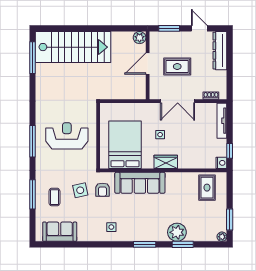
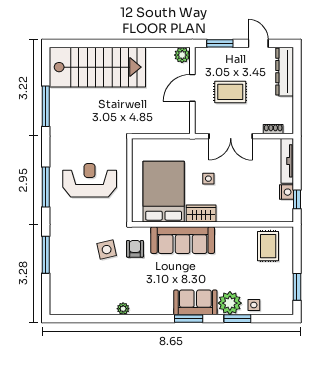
window: (32, 58) -> (46, 106), moved
wardrobe: (166, 162) -> (201, 213), moved
nightstand: (221, 163) -> (286, 192), moved
armchair: (102, 190) -> (135, 249), turned 180
coffee table: (54, 197) -> (74, 258), removed
side table: (111, 227) -> (254, 305), moved
sofa: (60, 232) -> (195, 302), moved
plant: (222, 237) -> (123, 309), moved

